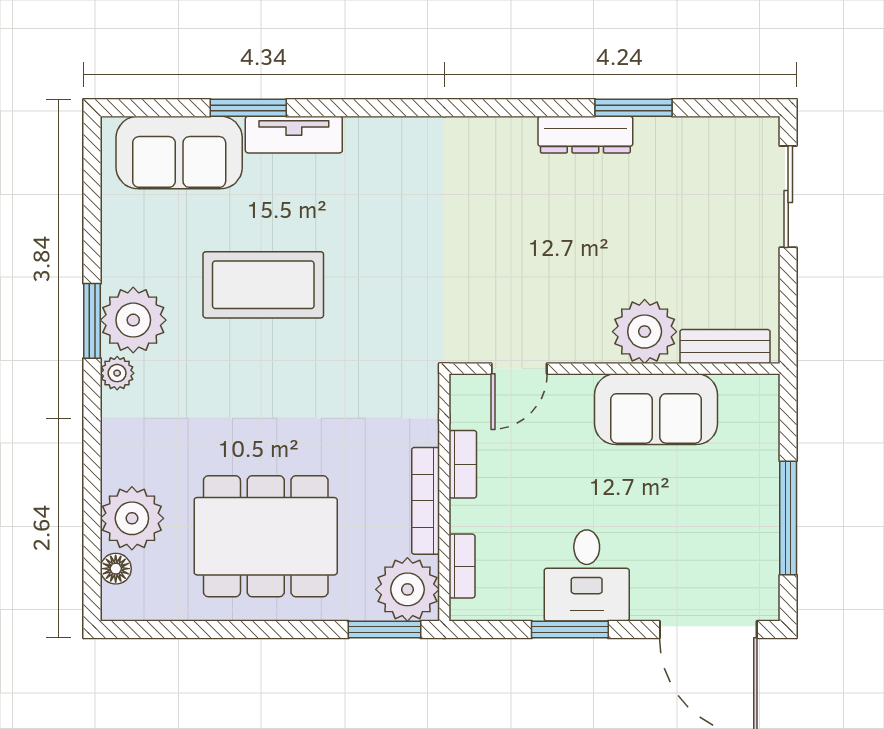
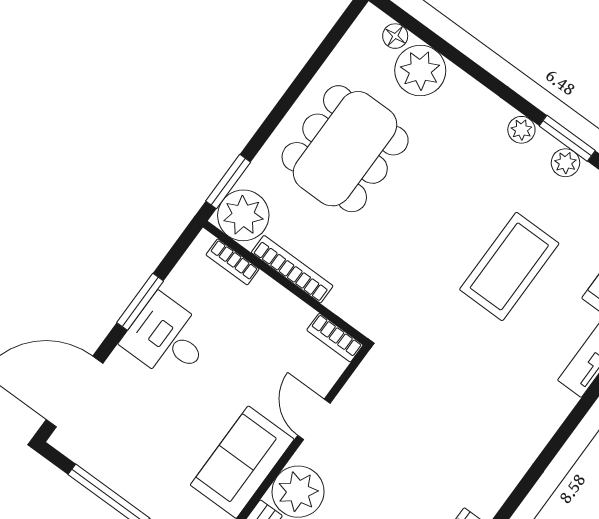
plant: (133, 320) -> (565, 163), width x0.53, depth x0.53
door: (519, 369) -> (314, 419), moved
bookcase: (463, 464) -> (335, 338), moved

